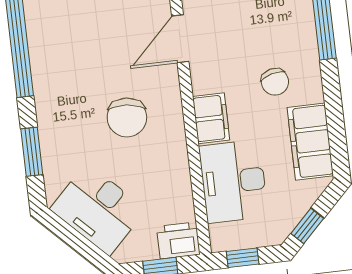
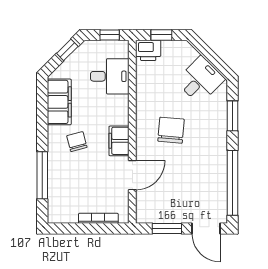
filing cabinet: (211, 118) -> (119, 141), moved
desk: (233, 181) -> (110, 76), width x0.73
desk: (98, 209) -> (200, 80), width x0.73

